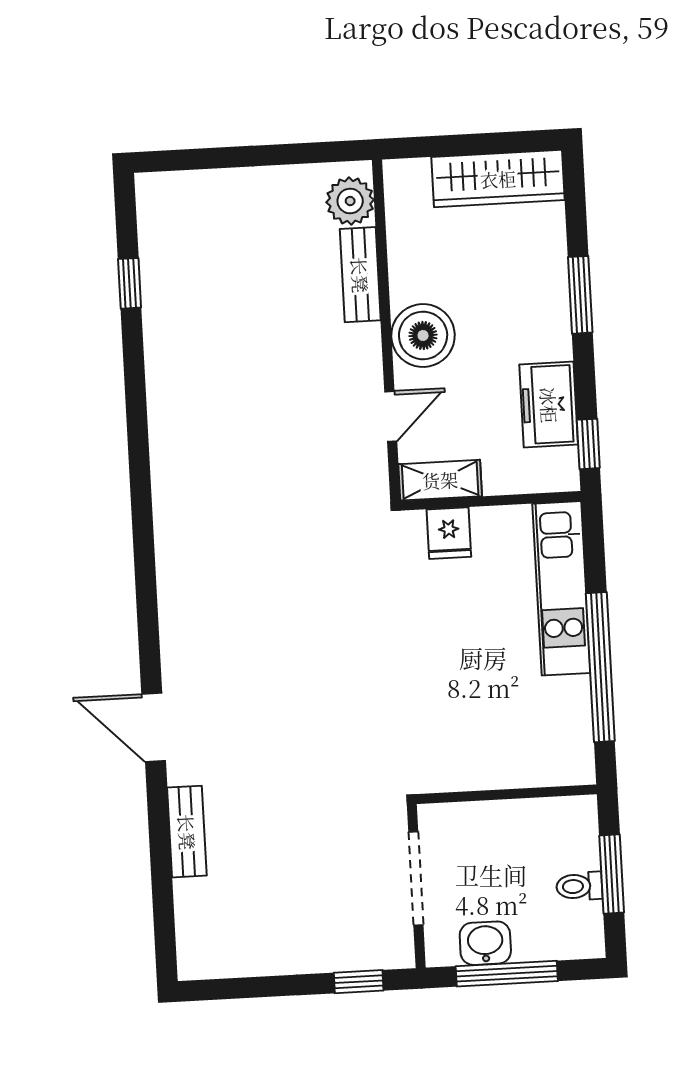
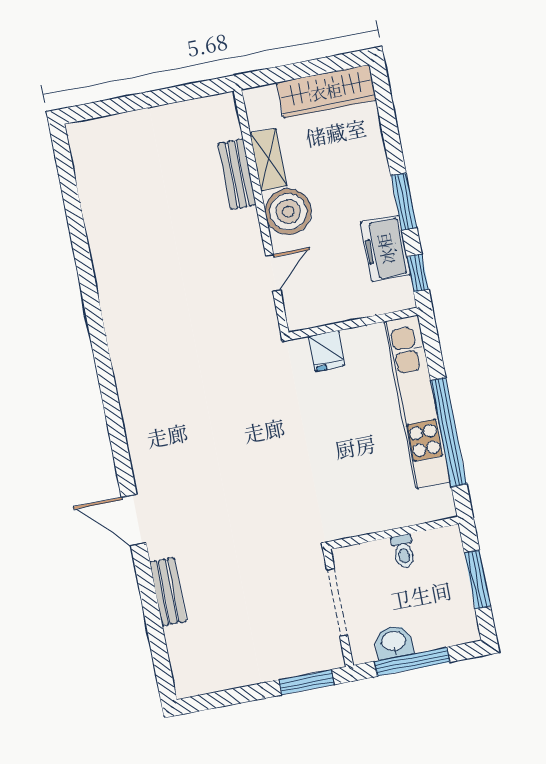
plant: (350, 201) -> (222, 122), removed
window: (130, 283) -> (72, 203), removed
window: (580, 295) -> (404, 202), moved
shelving: (440, 480) -> (268, 160), moved, turned 90
kitchen unit: (561, 588) -> (417, 402), width x1.36
toilet: (579, 886) -> (403, 551), moved, turned -90
window: (359, 982) -> (306, 682), width x1.50

